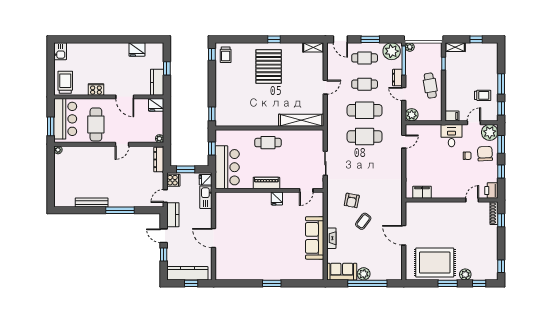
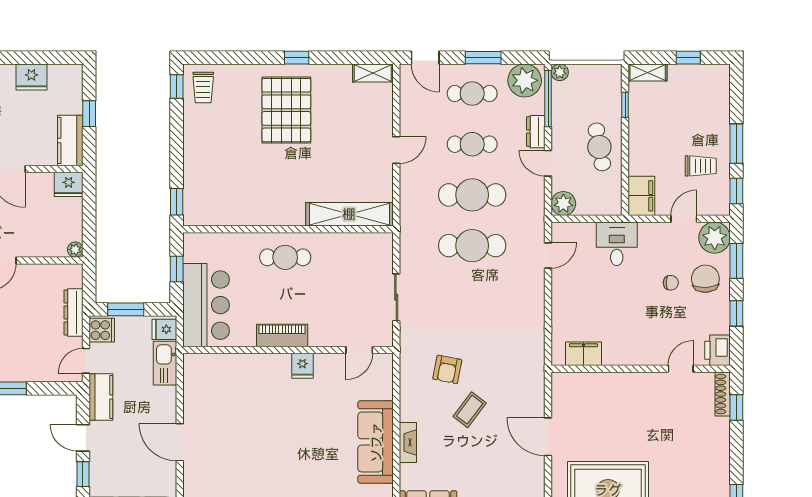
filing cabinet: (452, 116) -> (641, 196), width x2.00
desk: (451, 136) -> (617, 244), moved
dresser: (159, 160) -> (74, 313), moved

